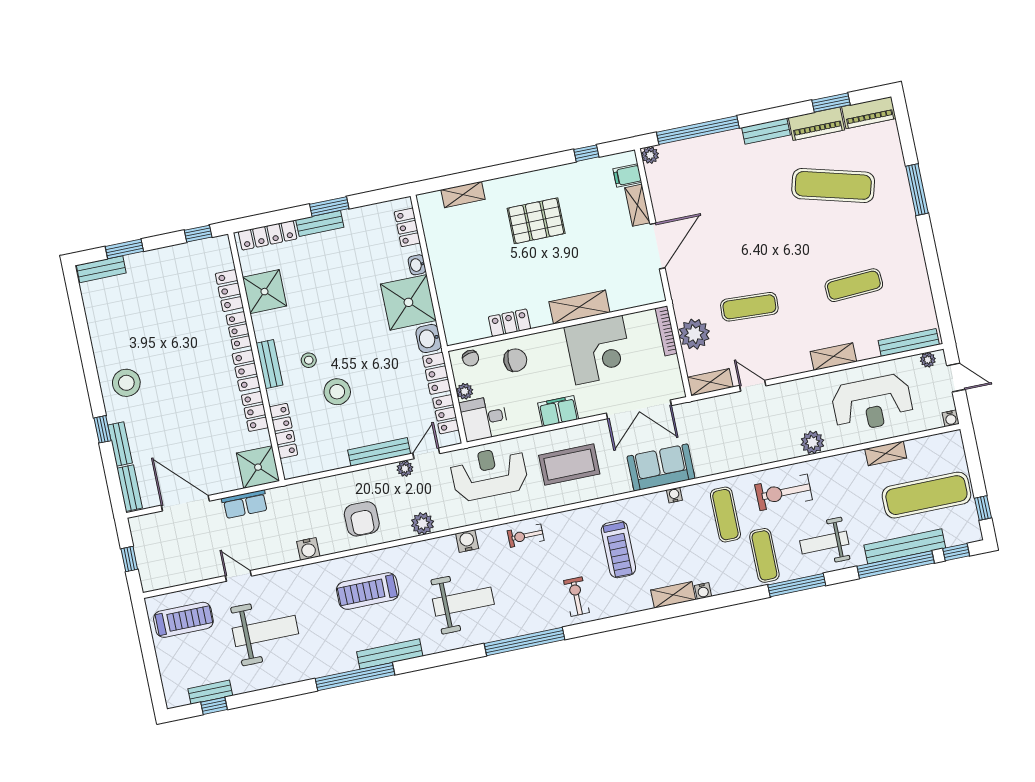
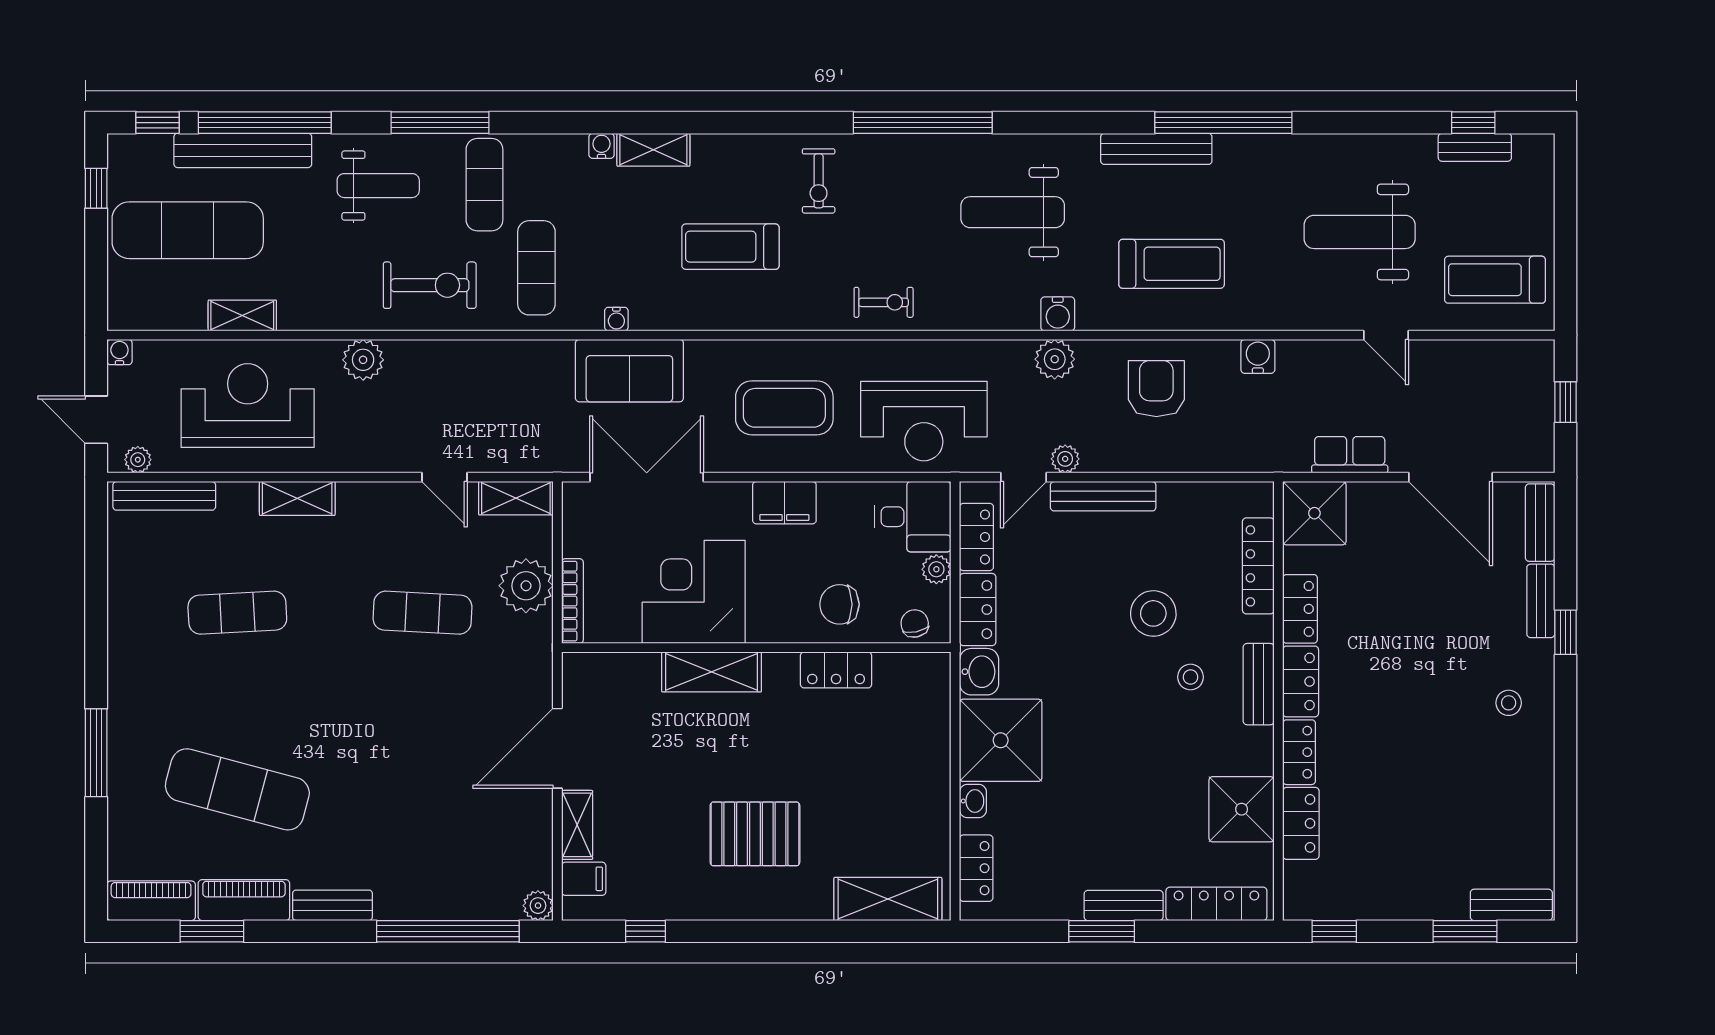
shelving: (463, 195) -> (888, 899), width x1.50, depth x1.33
stool: (126, 383) -> (1509, 703), width x0.53, depth x0.53
water cooler: (467, 541) -> (1058, 314), moved
treadmill: (618, 549) -> (730, 247), turned -90

